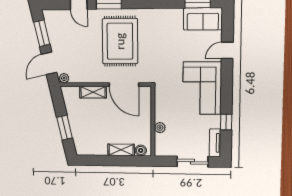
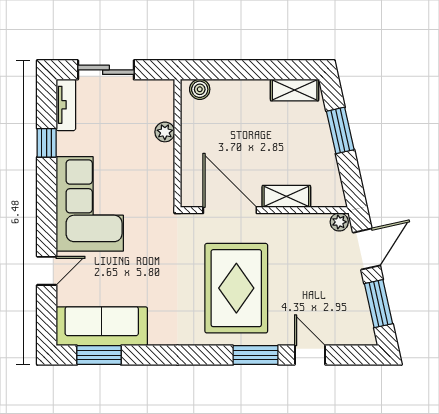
sofa: (203, 19) -> (102, 326), width x1.36
shelving: (121, 150) -> (295, 90), moved

